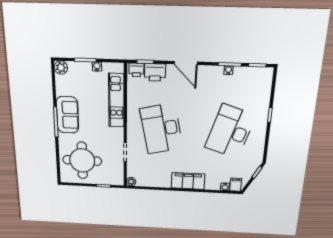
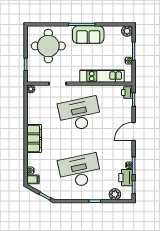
printer: (155, 72) -> (126, 178), moved
plant: (264, 90) -> (115, 194), added
desk: (230, 132) -> (80, 171), turned -30

